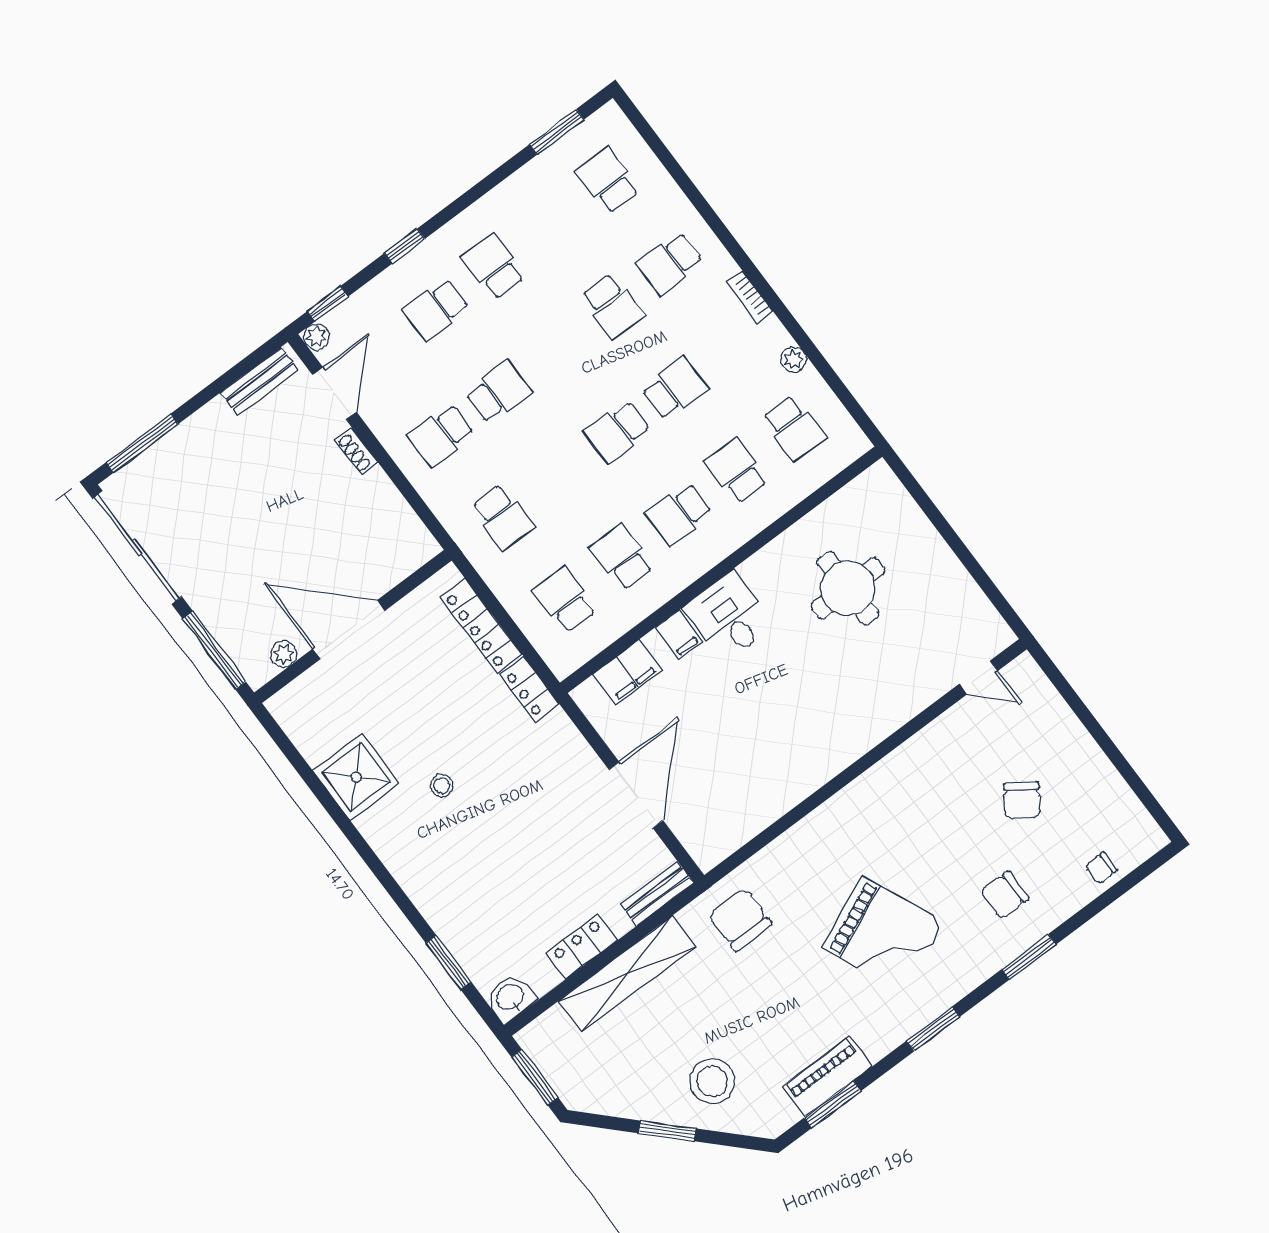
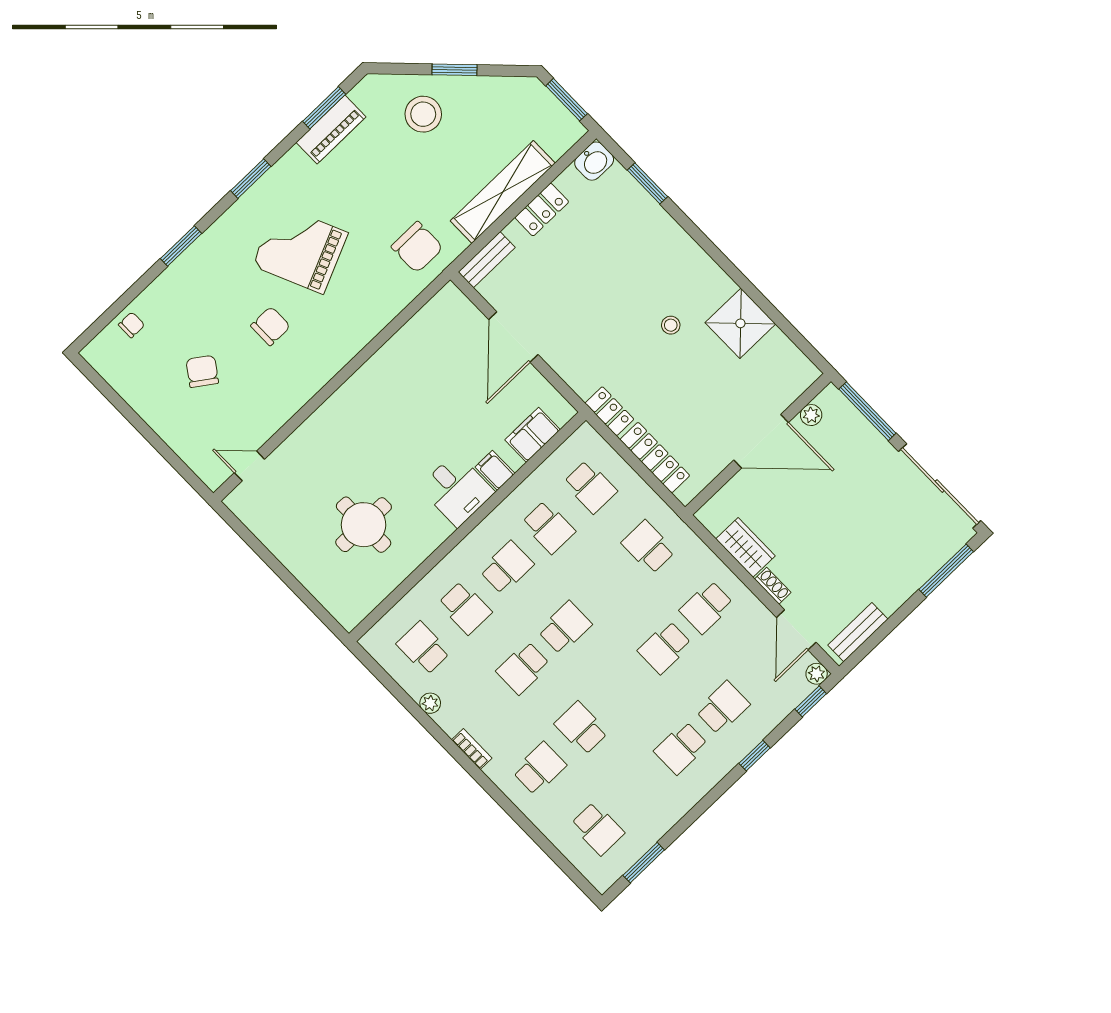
school desk: (493, 267) -> (681, 748), turned 90
school desk: (441, 435) -> (706, 607), turned 180
wardrobe: (384, 502) -> (746, 547), added
chair: (1005, 895) -> (270, 326), moved

